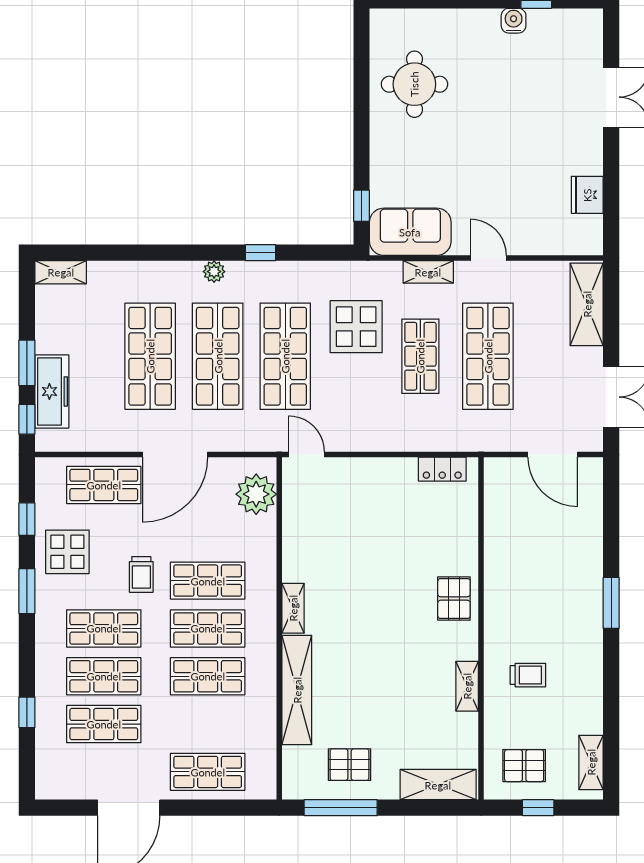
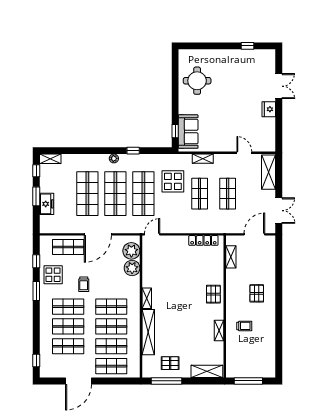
water cooler: (514, 21) -> (238, 54), removed
fridge: (587, 195) -> (269, 109), moved
sofa: (410, 232) -> (188, 132), moved, turned 90
door: (488, 258) -> (244, 153), moved
shop shelf: (488, 356) -> (228, 194), width x0.70, depth x0.74
freezer: (52, 391) -> (47, 204), width x0.71
window: (27, 419) -> (36, 171), moved
door: (306, 454) -> (152, 234), hinge flipped
door: (553, 454) -> (254, 234), swing flipped
locker: (442, 469) -> (203, 240), width x1.53
plant: (258, 535) -> (132, 268), added
shop shelf: (208, 581) -> (111, 346), moved
window: (611, 603) -> (279, 296), removed
window: (27, 712) -> (36, 360), moved
shelving: (591, 762) -> (231, 257), moved
pallet: (524, 766) -> (257, 293), moved, turned 90
window: (538, 808) -> (248, 381), width x2.17

